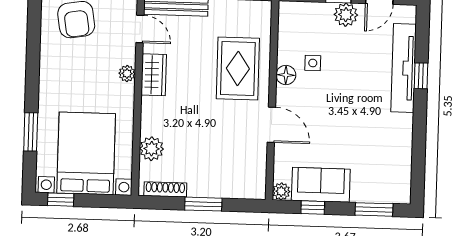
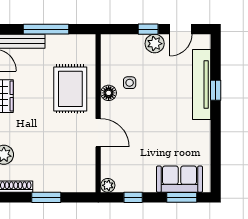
sofa: (321, 185) -> (179, 179), moved

